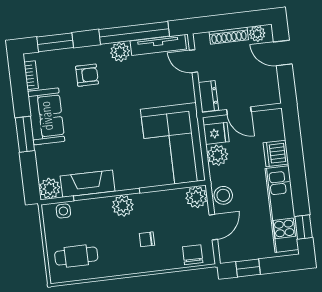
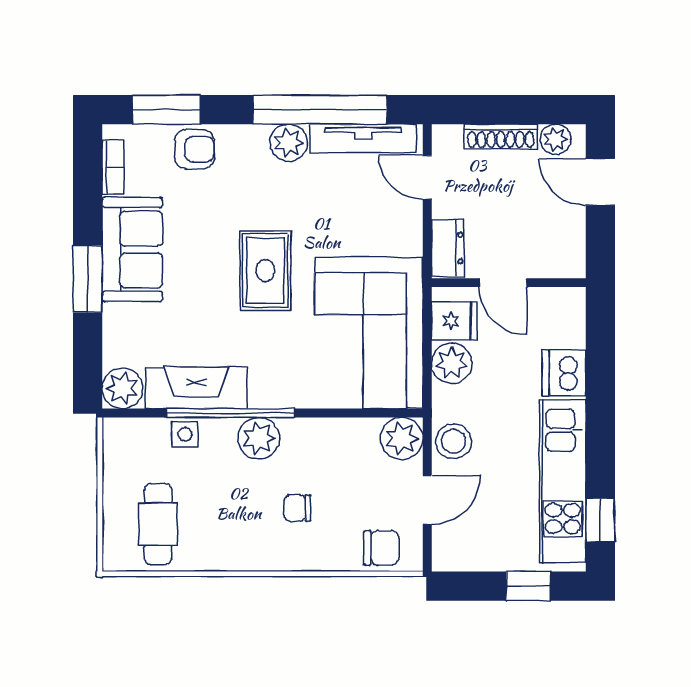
armchair: (87, 75) -> (195, 149), moved
rug: (116, 119) -> (265, 271), added
side table: (63, 211) -> (185, 434), moved
chair: (193, 255) -> (381, 548), turned 90
cafe table: (76, 256) -> (158, 524), turned 90
window: (248, 268) -> (528, 586), moved

